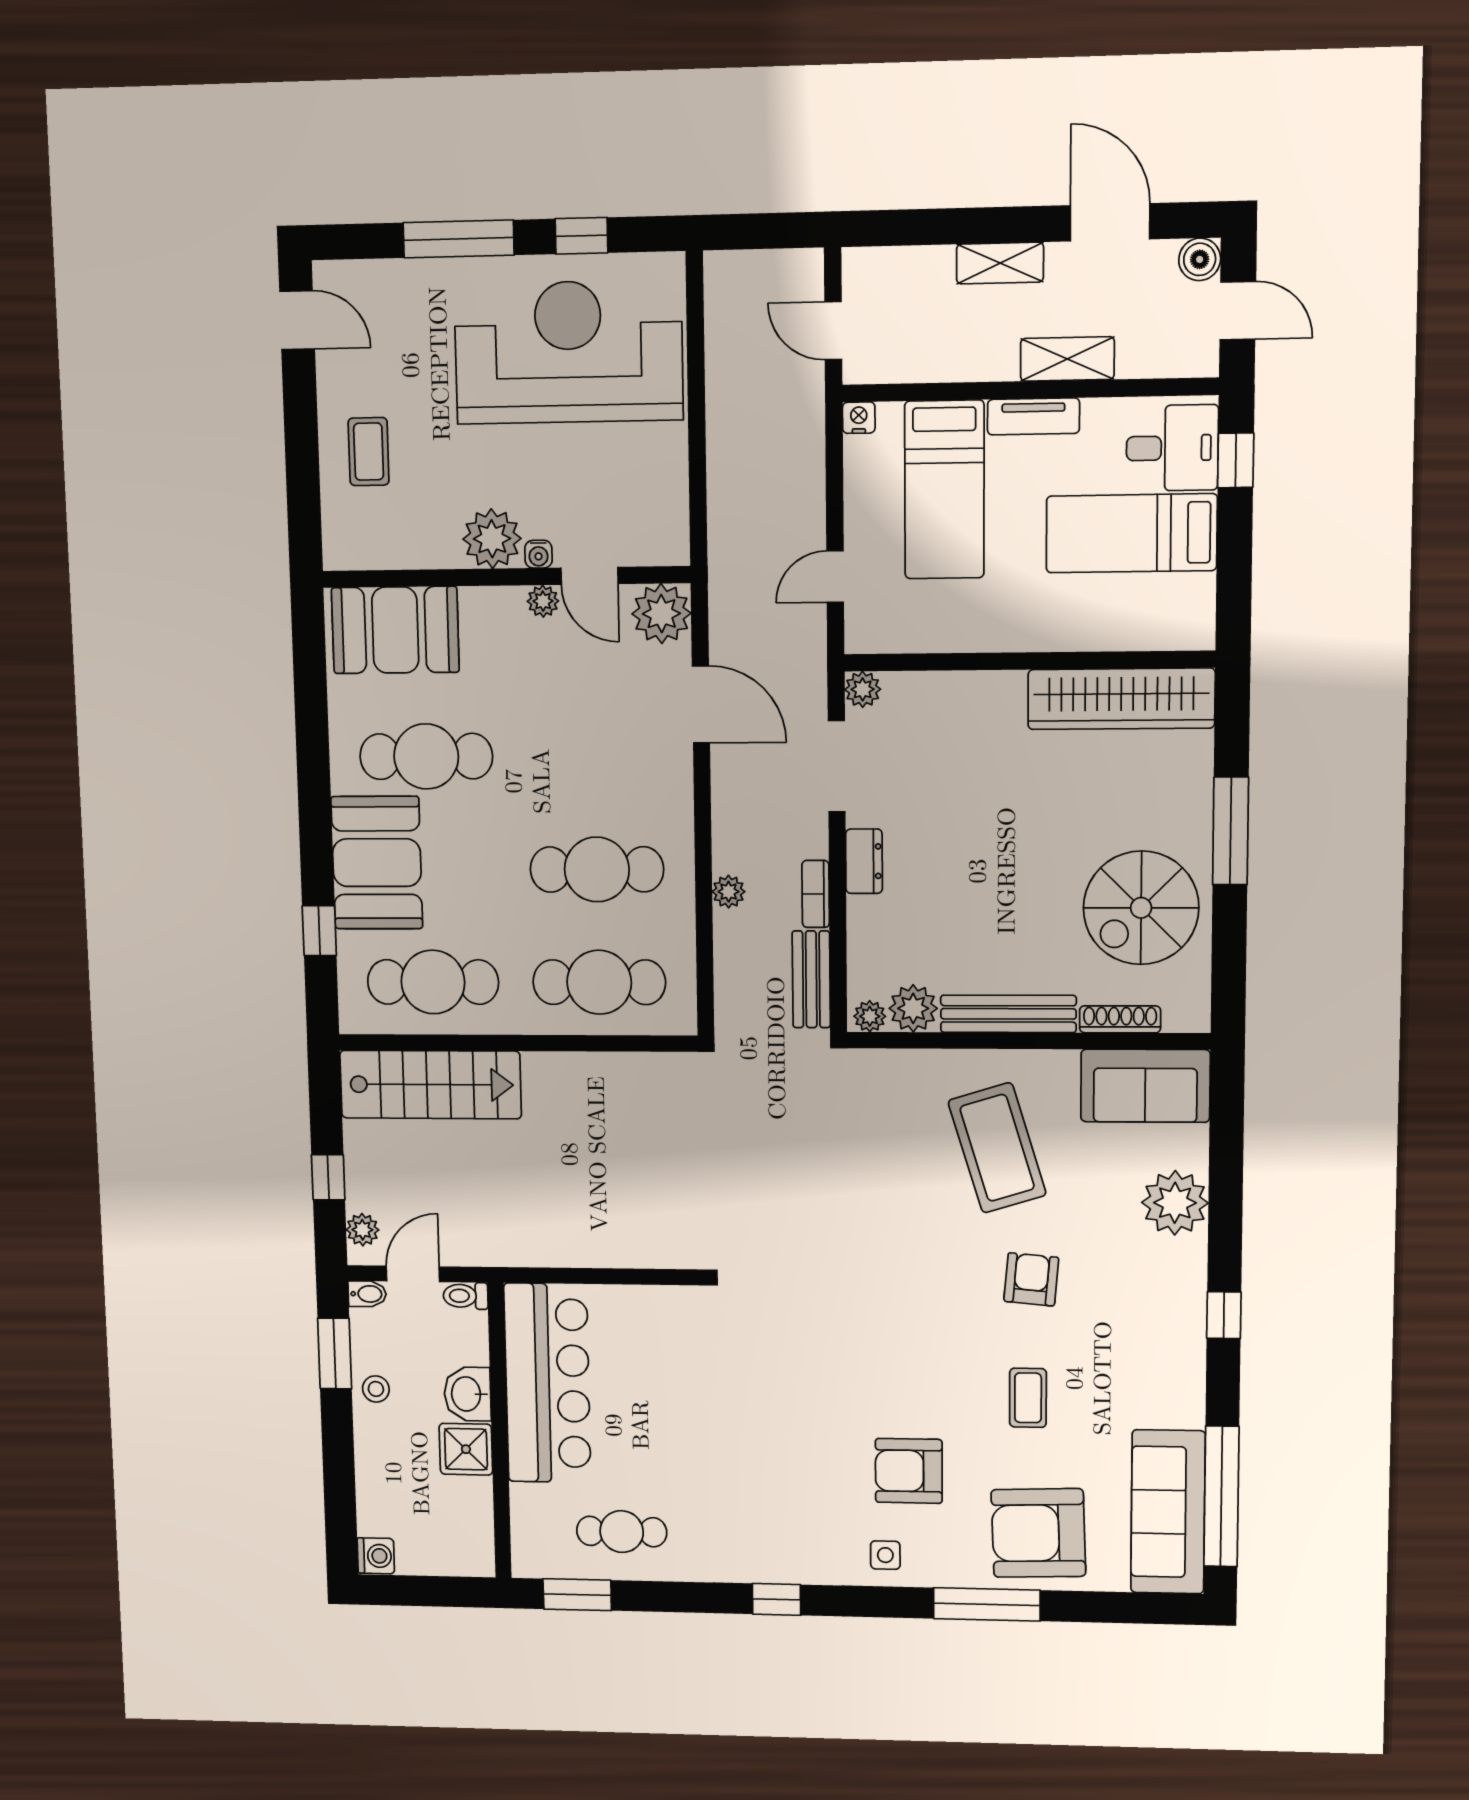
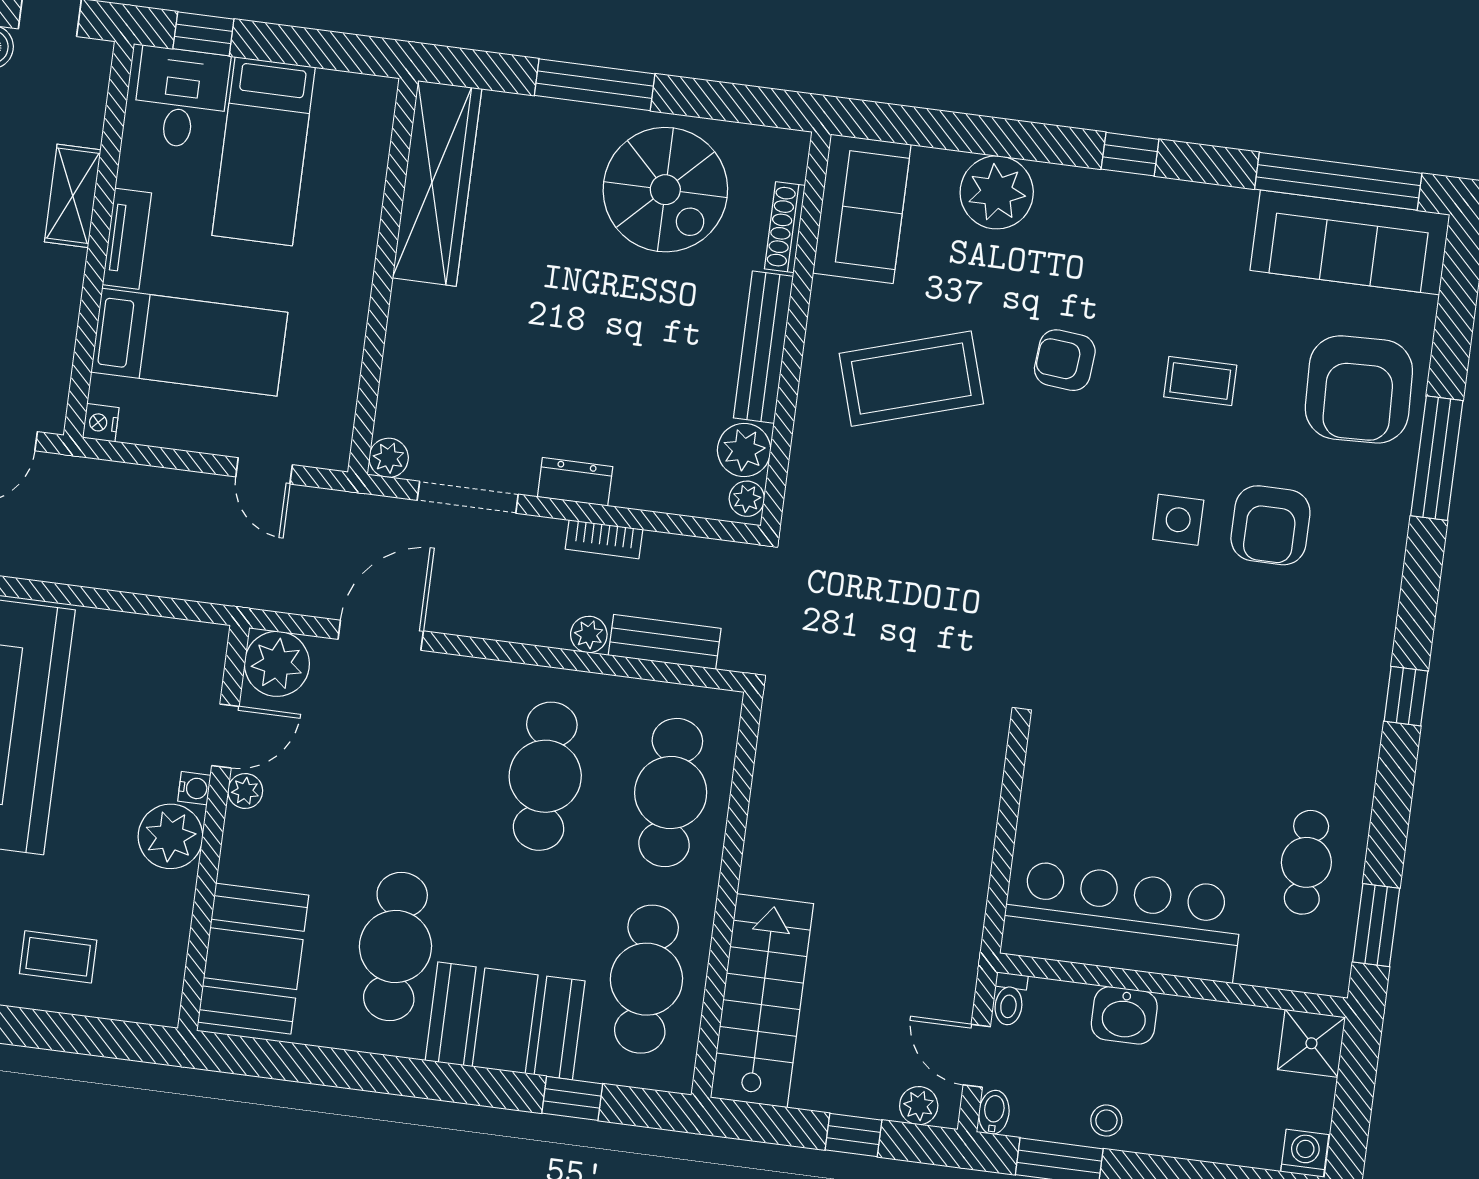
bench: (811, 979) -> (665, 642), moved
shower: (466, 1449) -> (1311, 1043), moved
side table: (885, 1555) -> (1178, 520), moved, width x1.37, depth x1.37

